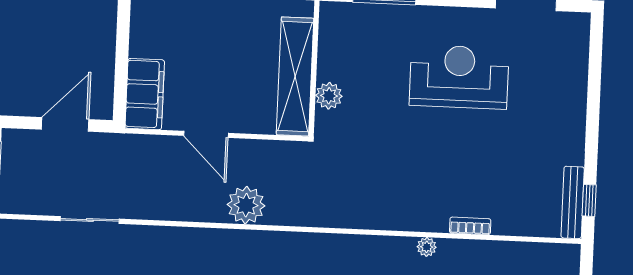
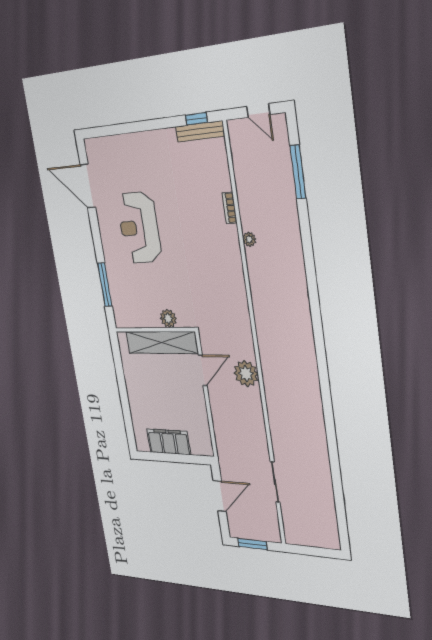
filing cabinet: (145, 94) -> (169, 442), moved
door: (65, 124) -> (220, 496), swing flipped
door: (206, 134) -> (203, 370), moved

